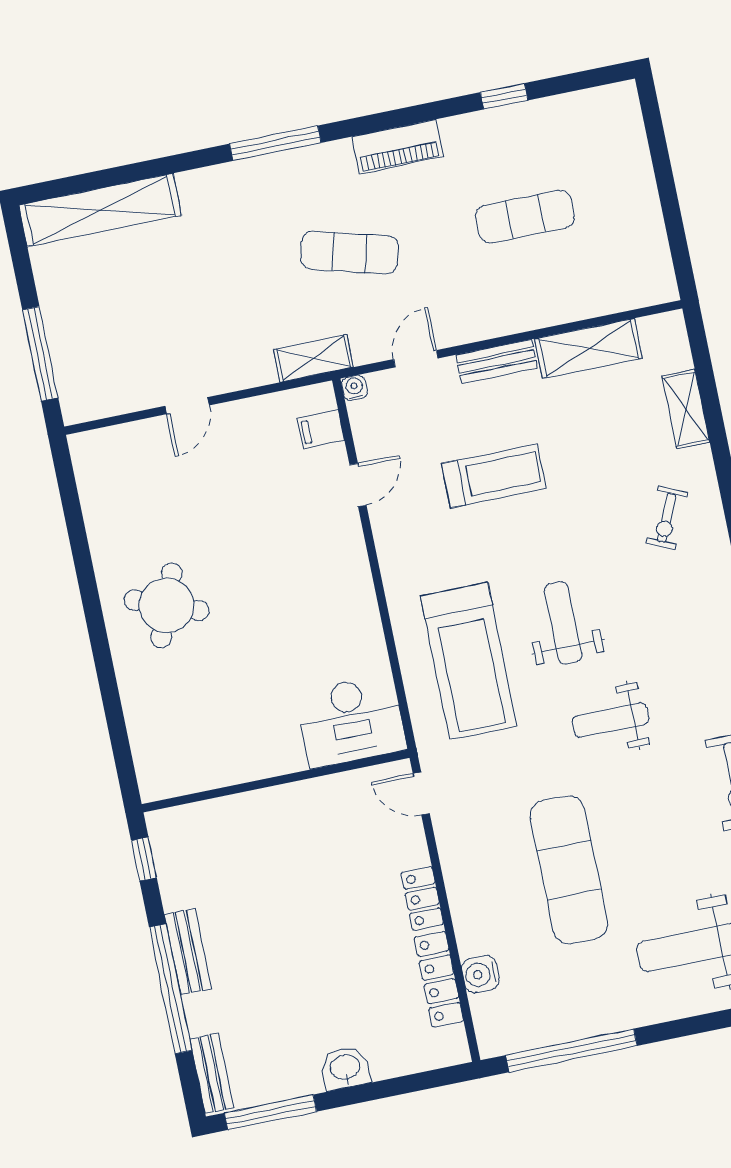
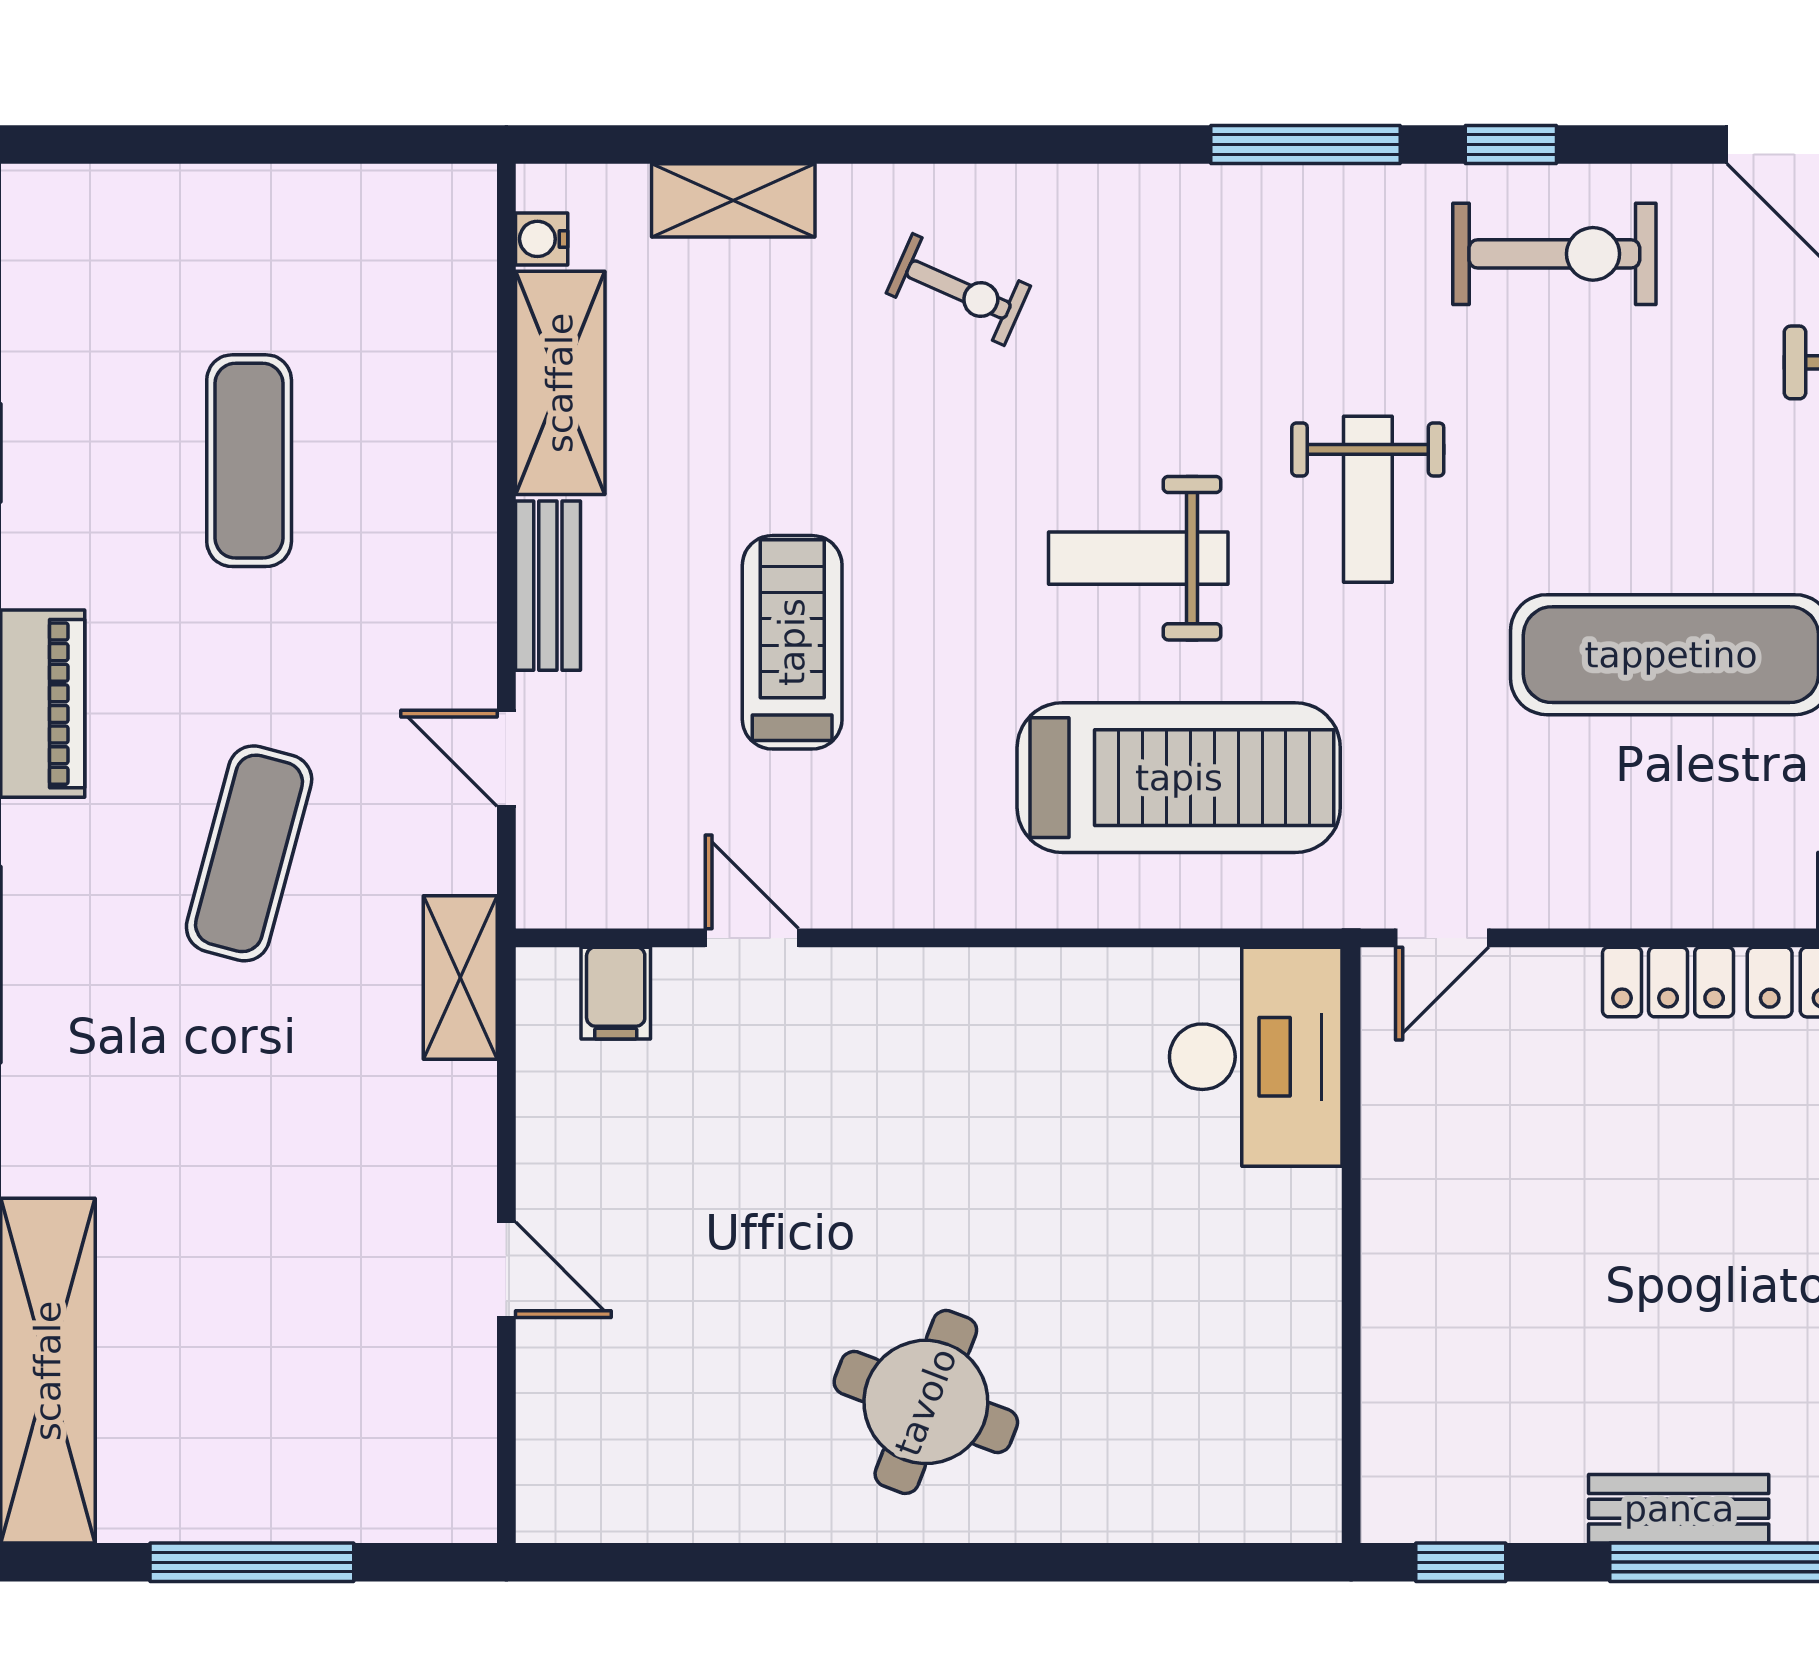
window: (40, 354) -> (252, 1562), moved
water cooler: (354, 388) -> (542, 239), moved

